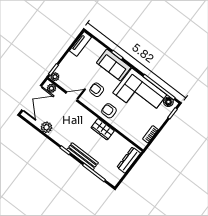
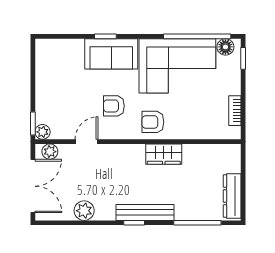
tv unit: (80, 44) -> (43, 60), removed
bench: (83, 156) -> (145, 212), moved
dresser: (129, 160) -> (232, 196), moved

